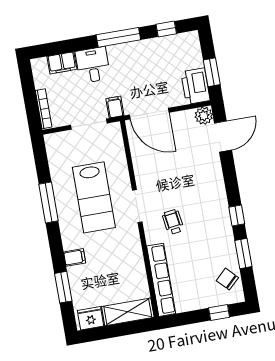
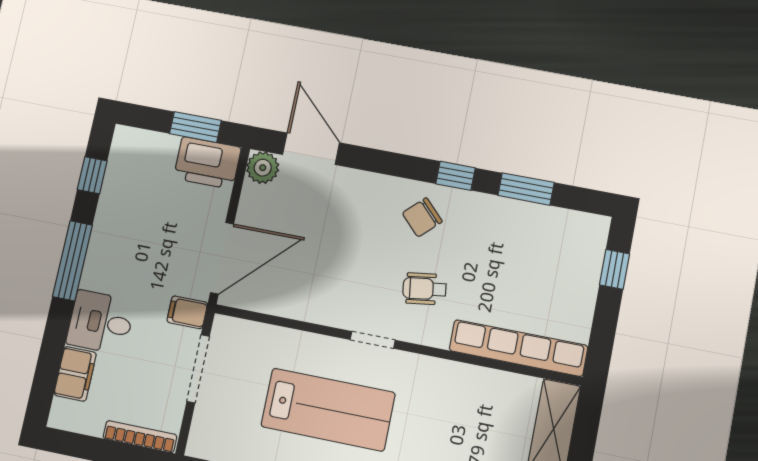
doorway: (137, 206) -> (373, 340), width x0.73
chair: (227, 279) -> (422, 217), moved

